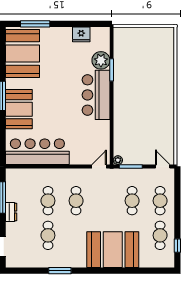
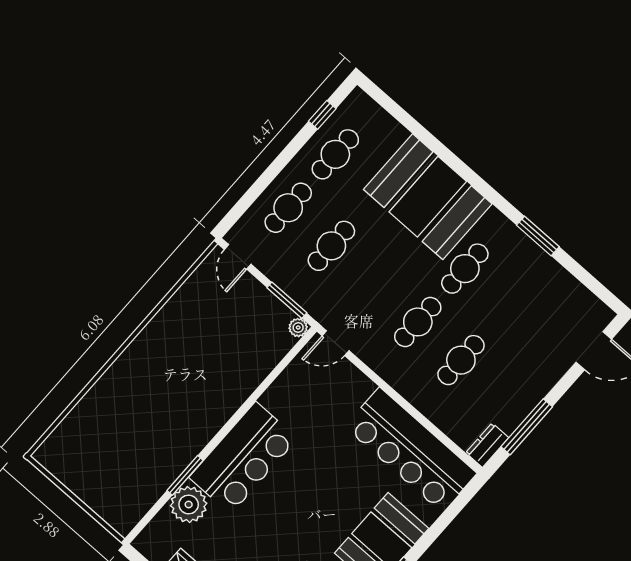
dresser: (11, 212) -> (487, 445), moved
cafe table: (48, 235) -> (465, 269), moved

